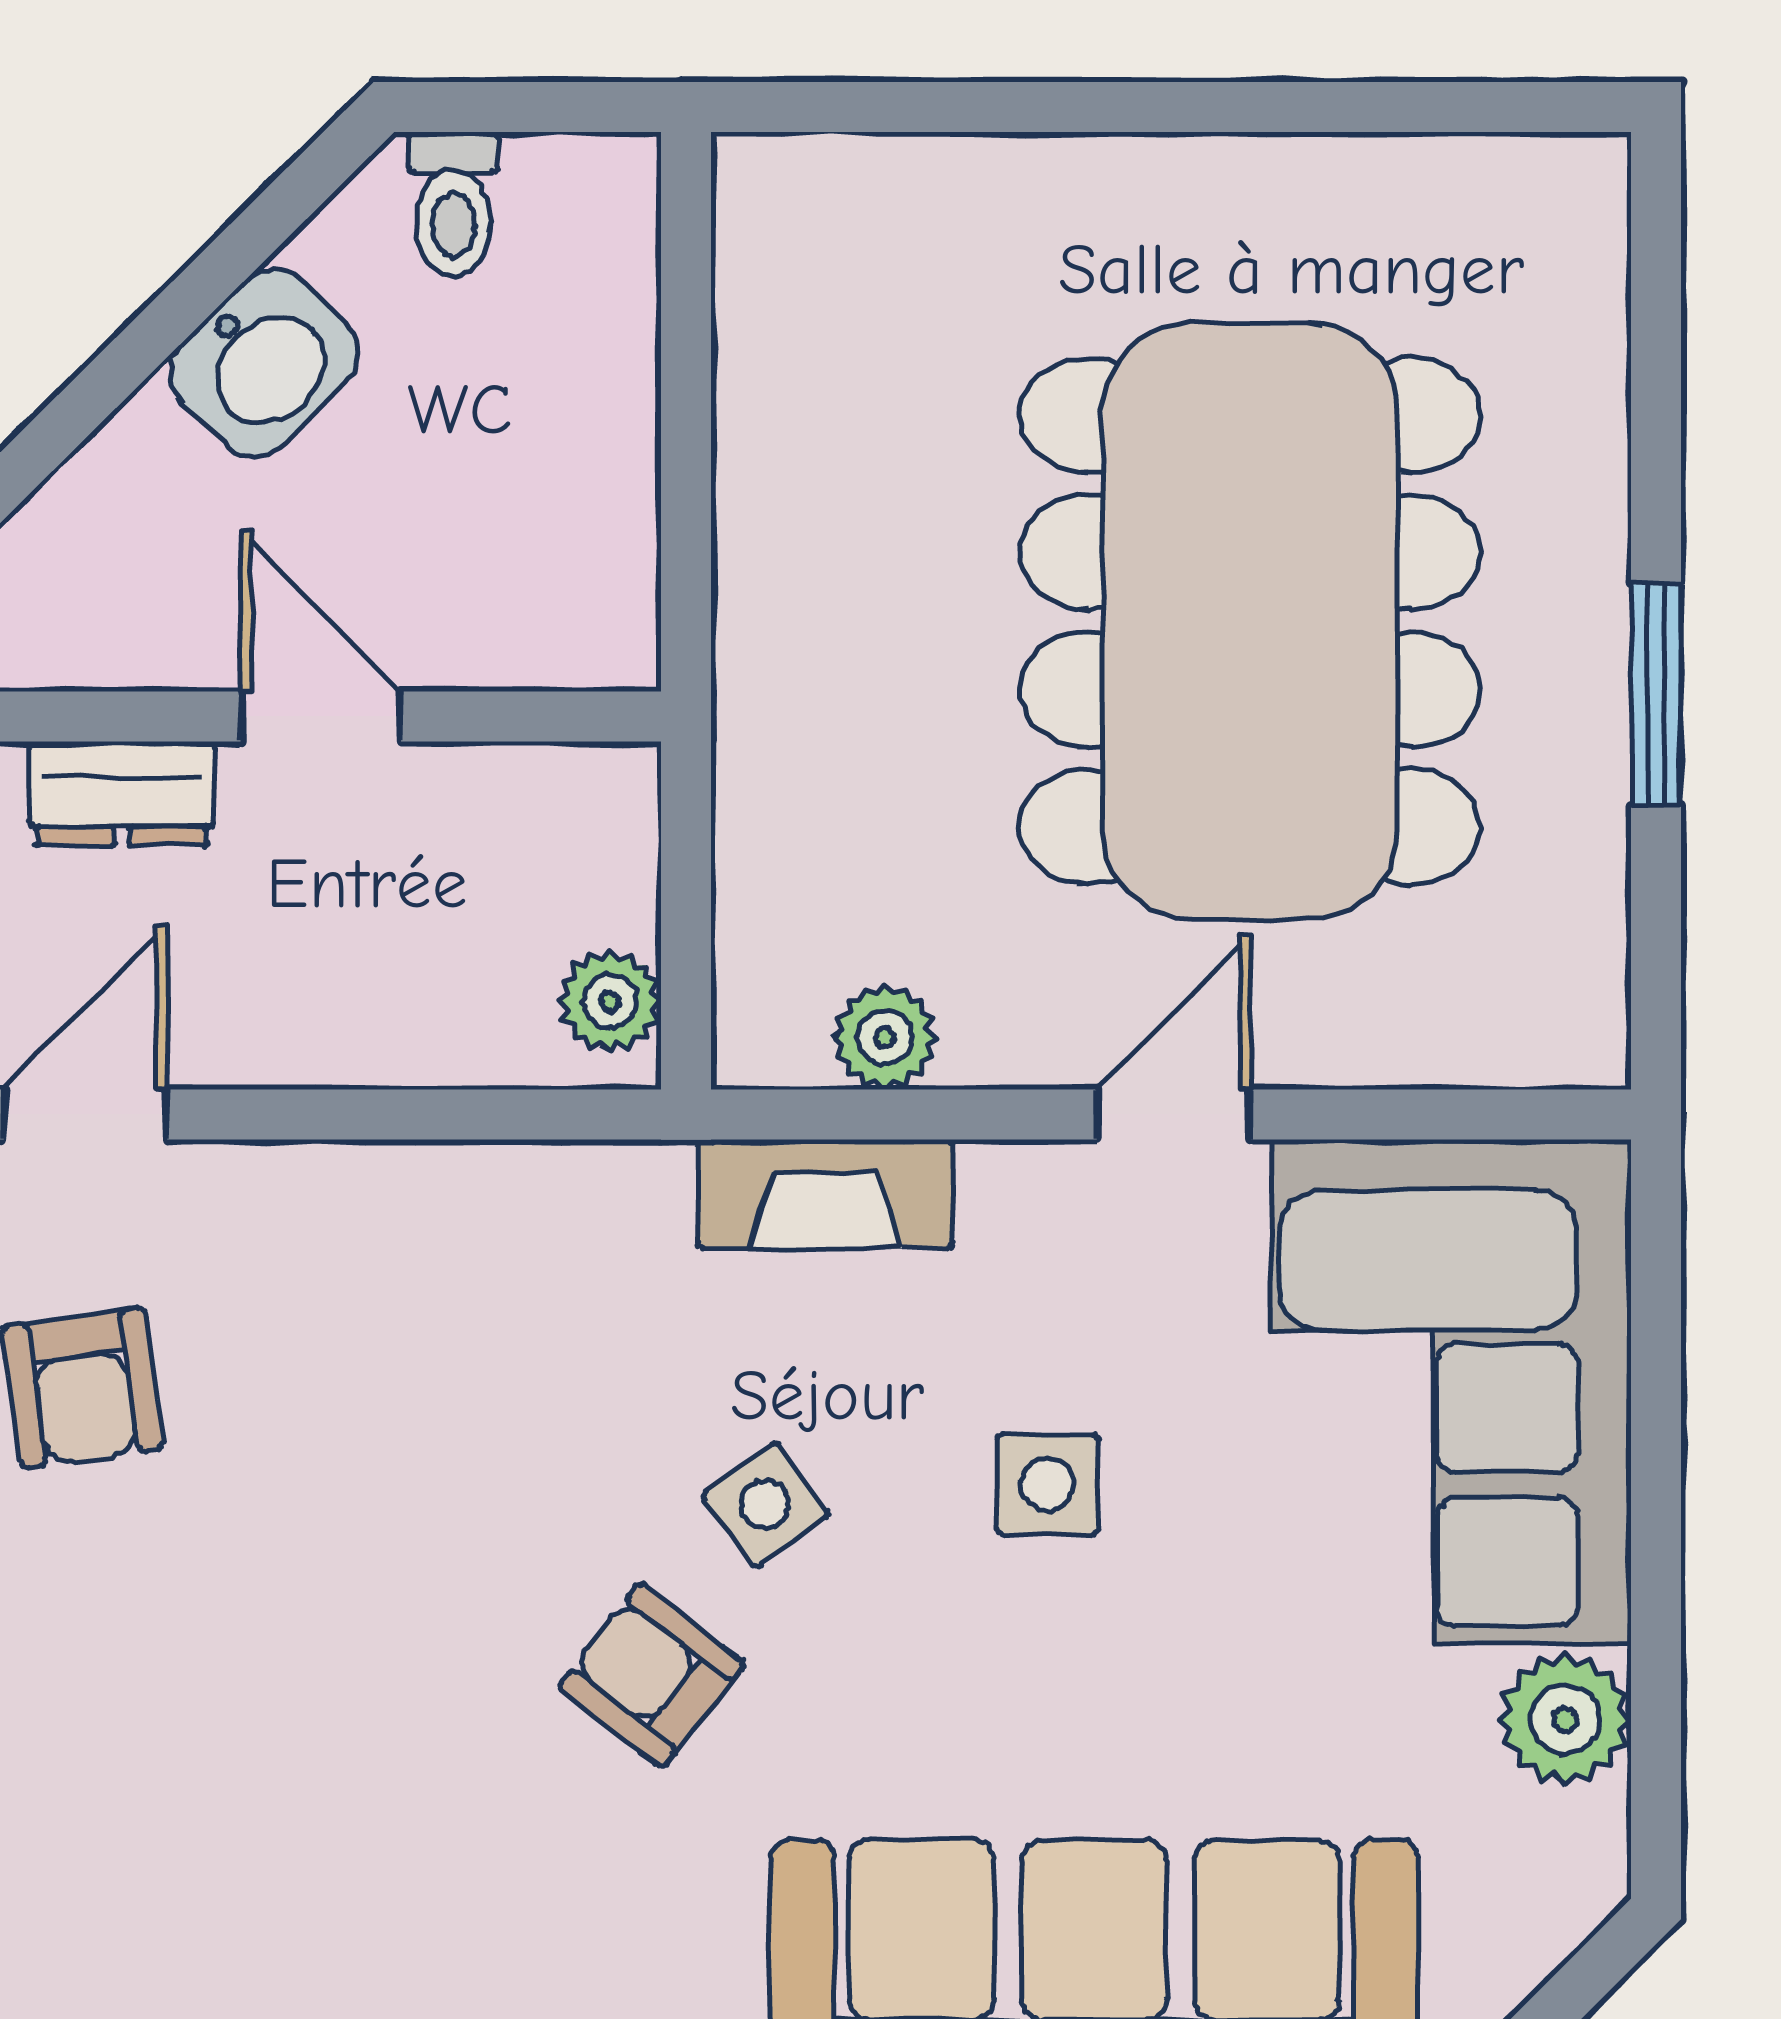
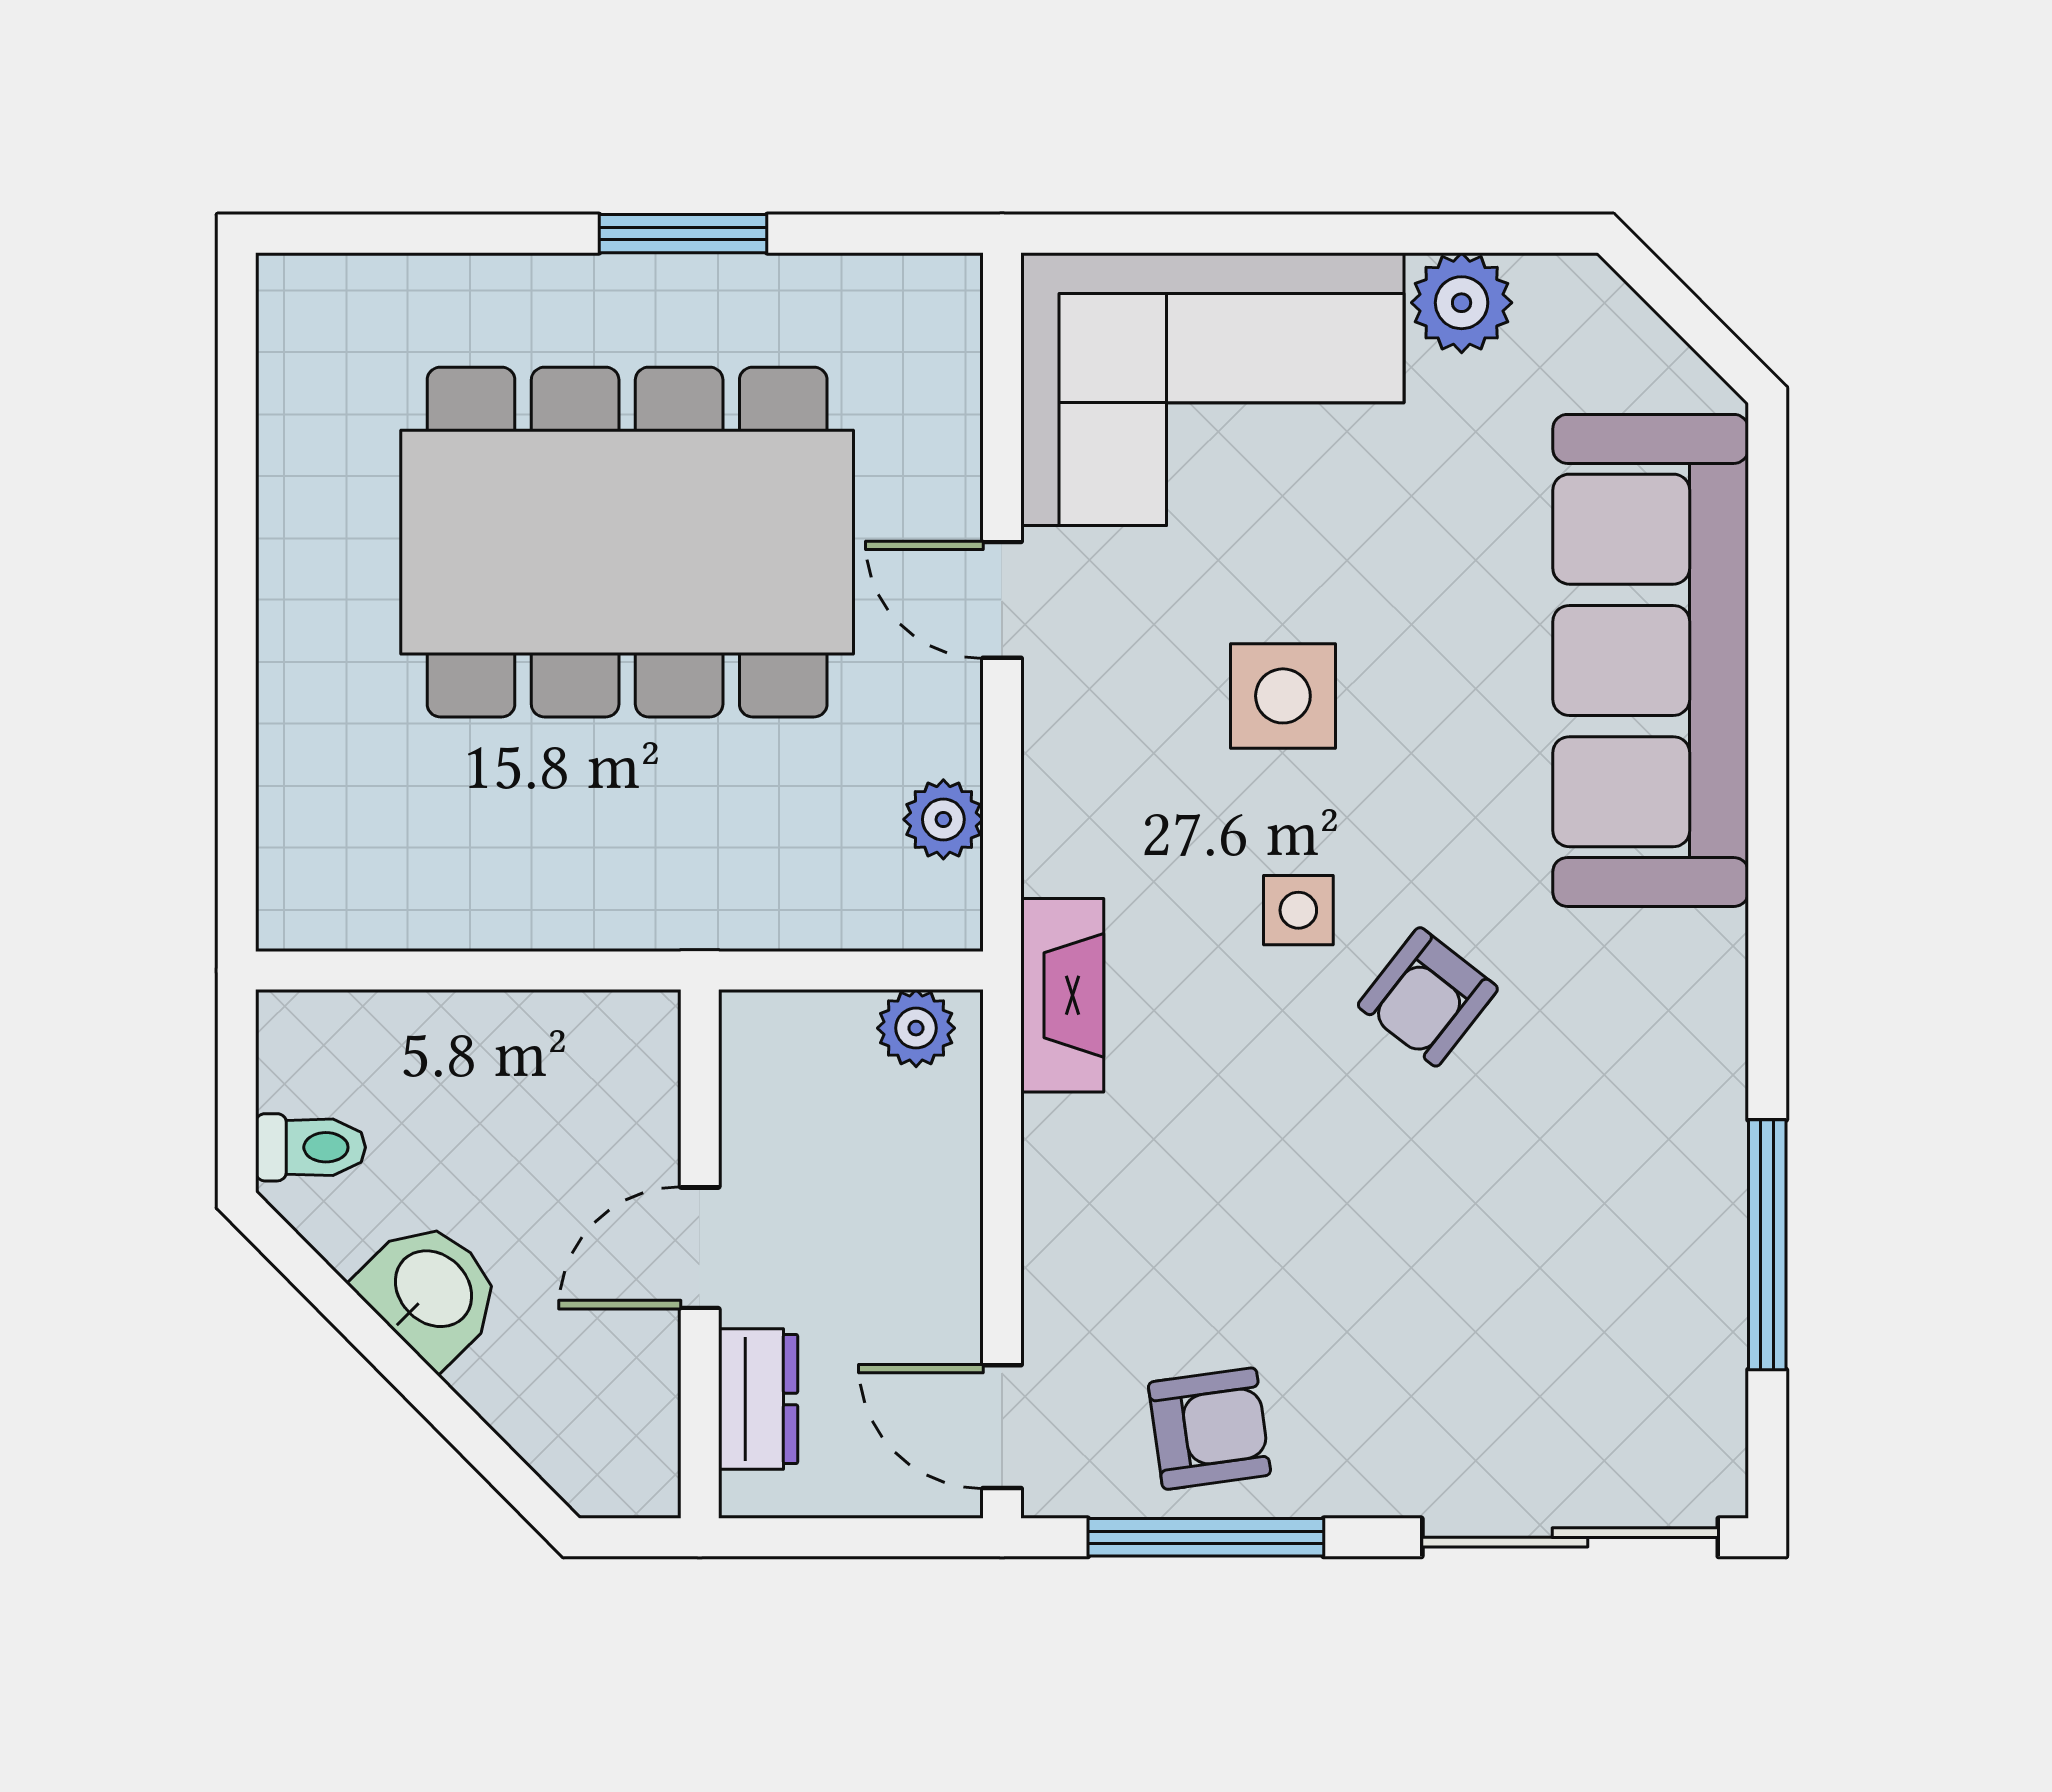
fireplace: (825, 1194) -> (1062, 995), moved
side table: (1047, 1484) -> (1283, 696), width x1.37, depth x1.37
side table: (765, 1505) -> (1298, 910), turned 37

